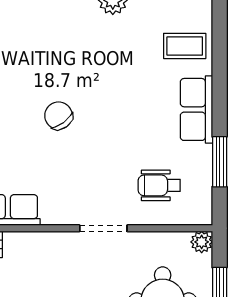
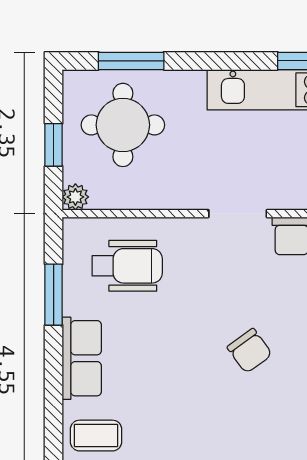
wheelchair: (159, 185) -> (127, 266), width x1.36, depth x1.37
doorway: (103, 228) -> (238, 214), moved

